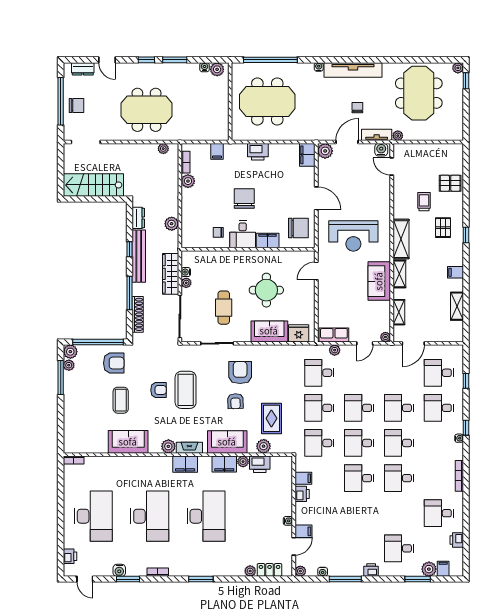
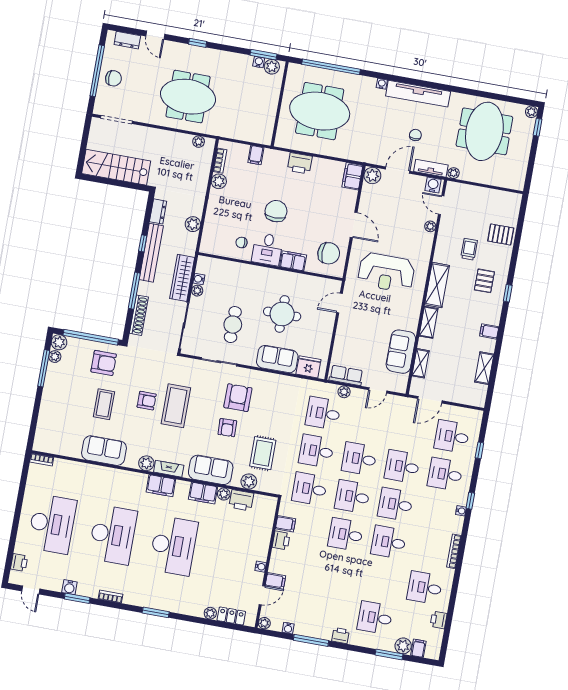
window: (175, 60) -> (264, 55), moved
sofa: (379, 281) -> (401, 352), moved
plant: (385, 337) -> (430, 226), moved

